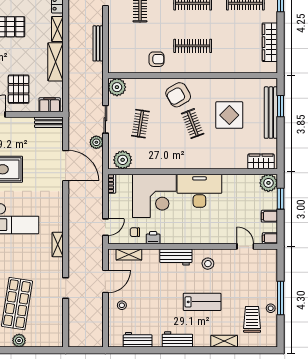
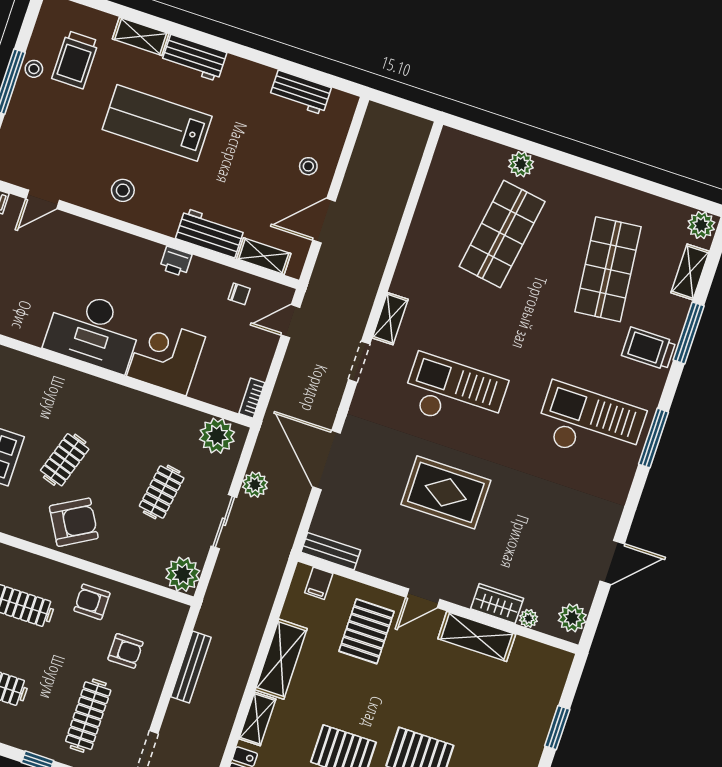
armchair: (132, 41) -> (126, 651), added
filing cabinet: (50, 105) -> (319, 583), width x0.50
clothes rail: (193, 124) -> (65, 460), turned 39
corner desk: (154, 196) -> (166, 356), width x0.74, depth x0.74
printer: (153, 238) -> (176, 262), moved
door: (245, 246) -> (43, 199), hinge flipped
workbench: (176, 257) -> (210, 233), moved
doorway: (66, 288) -> (359, 362), moved
lab bench: (202, 302) -> (157, 123), width x1.36, depth x1.39
workbench: (177, 339) -> (194, 58), moved

